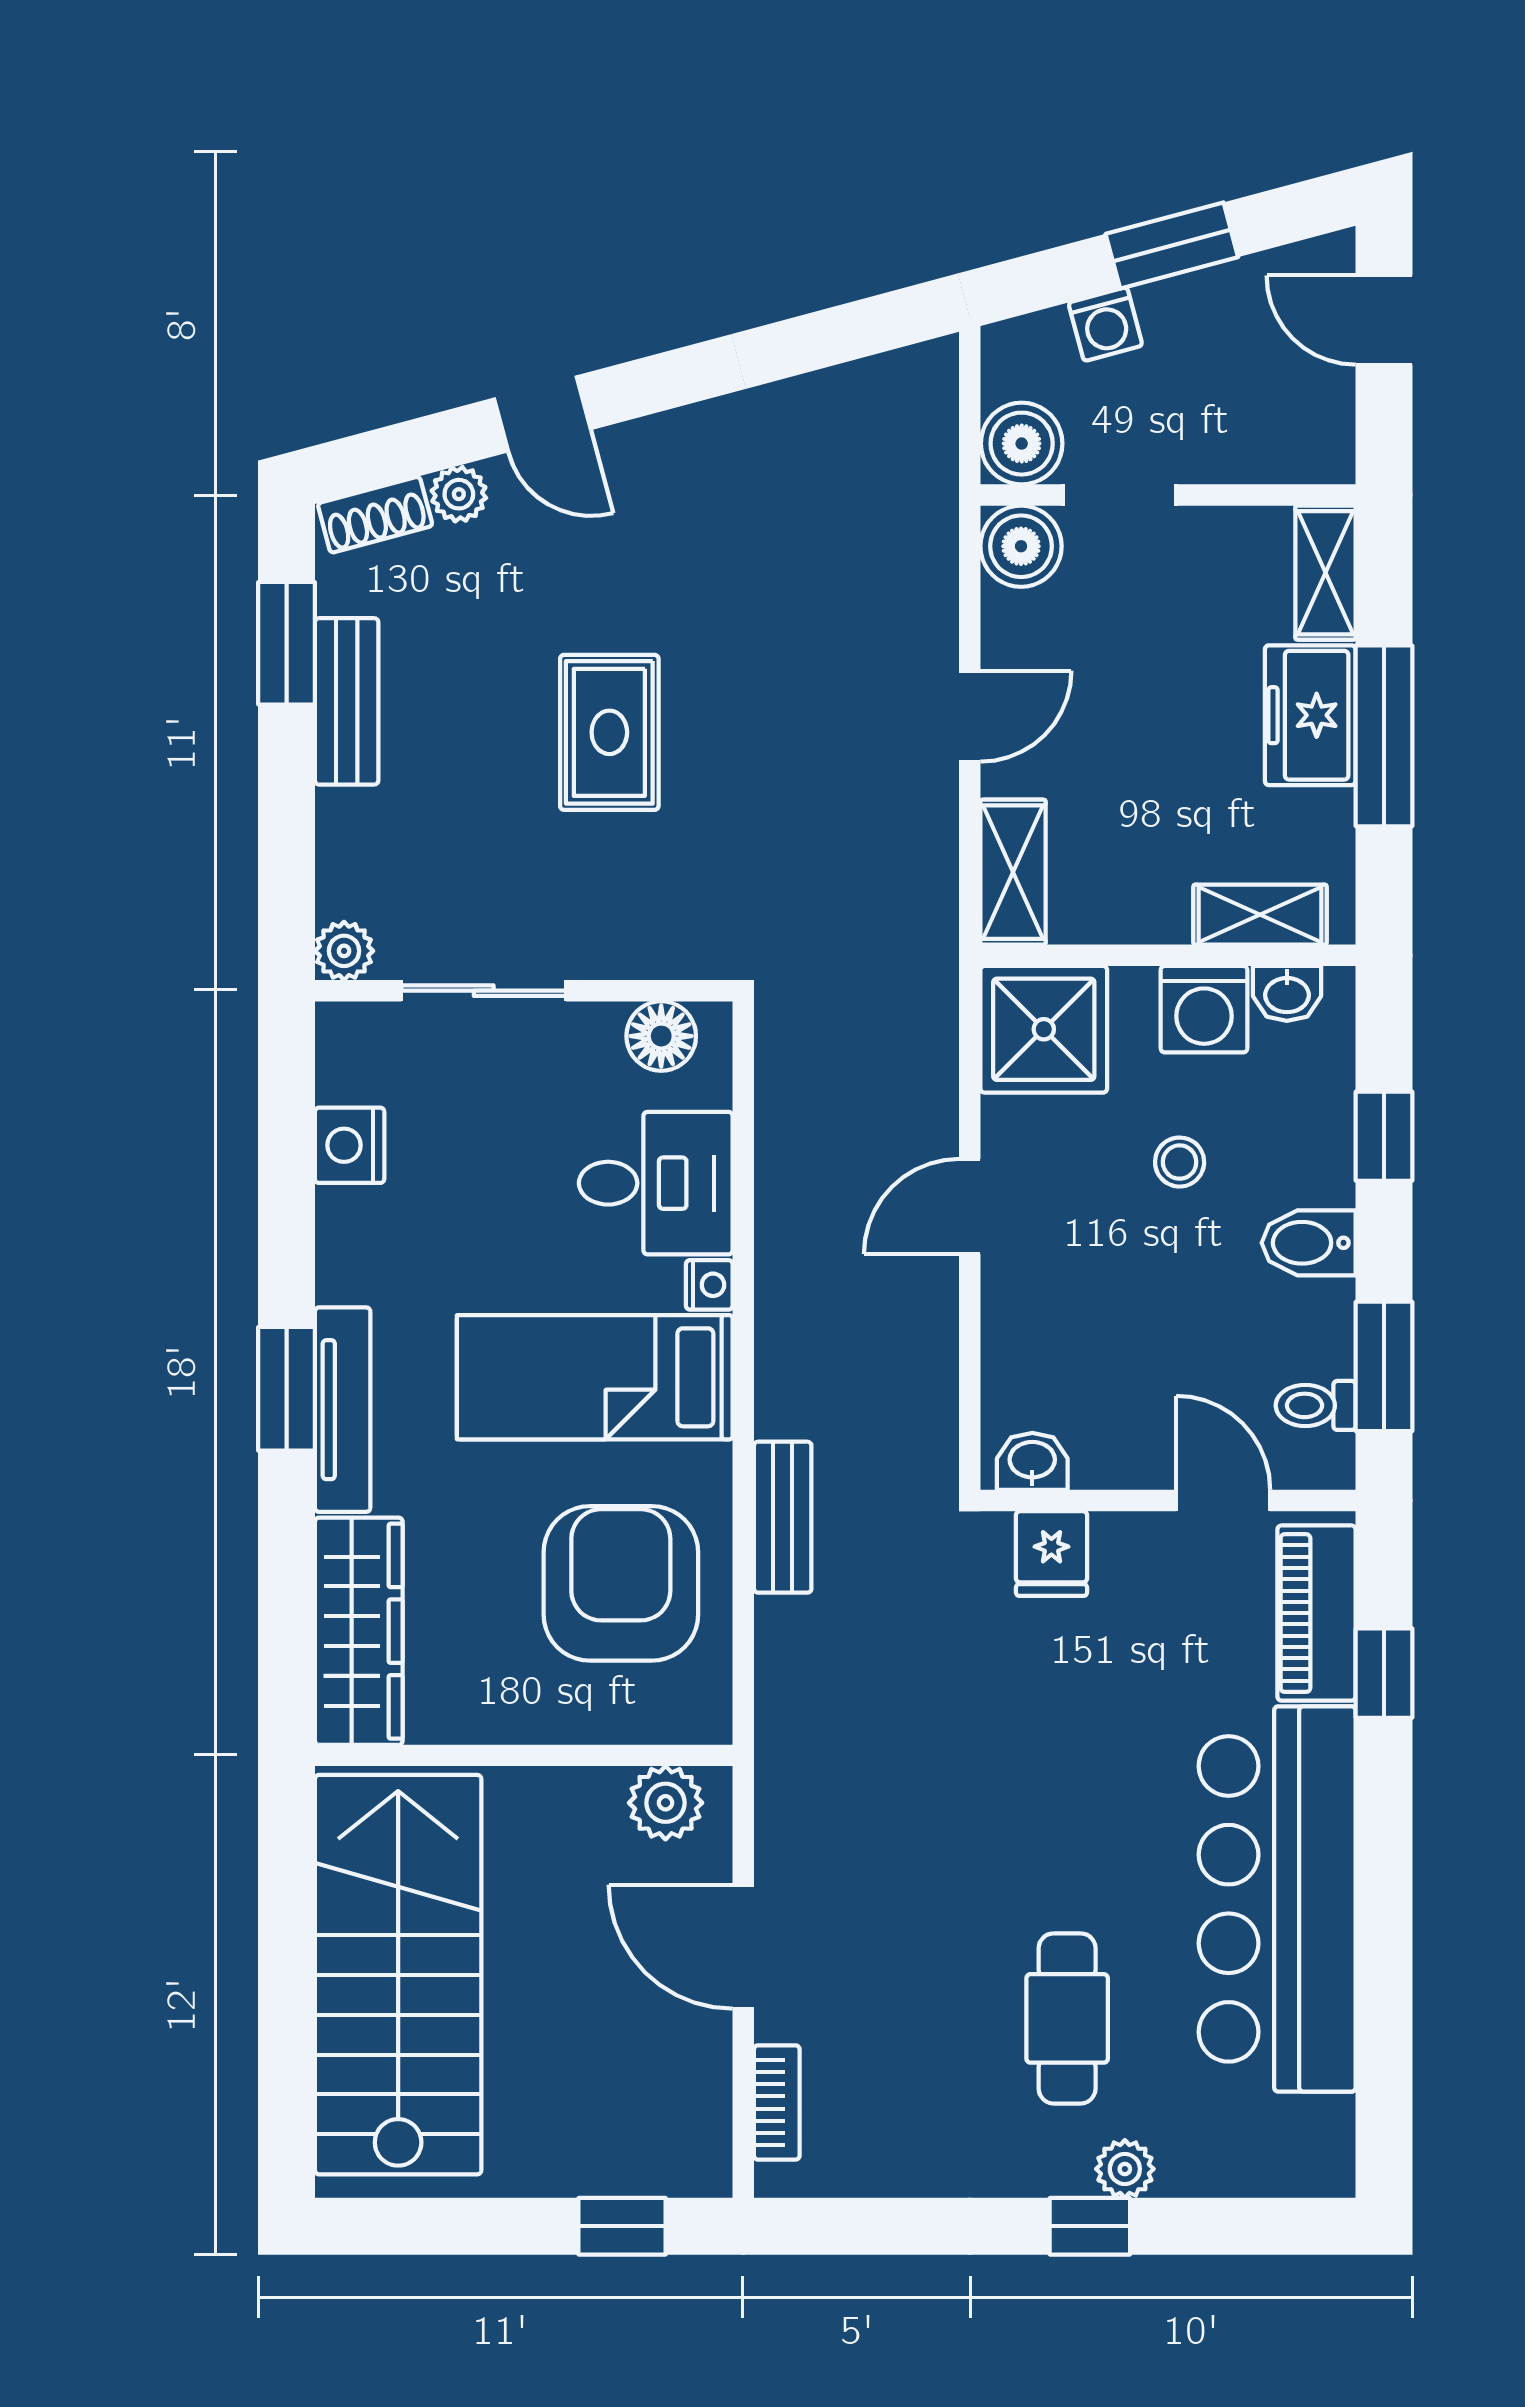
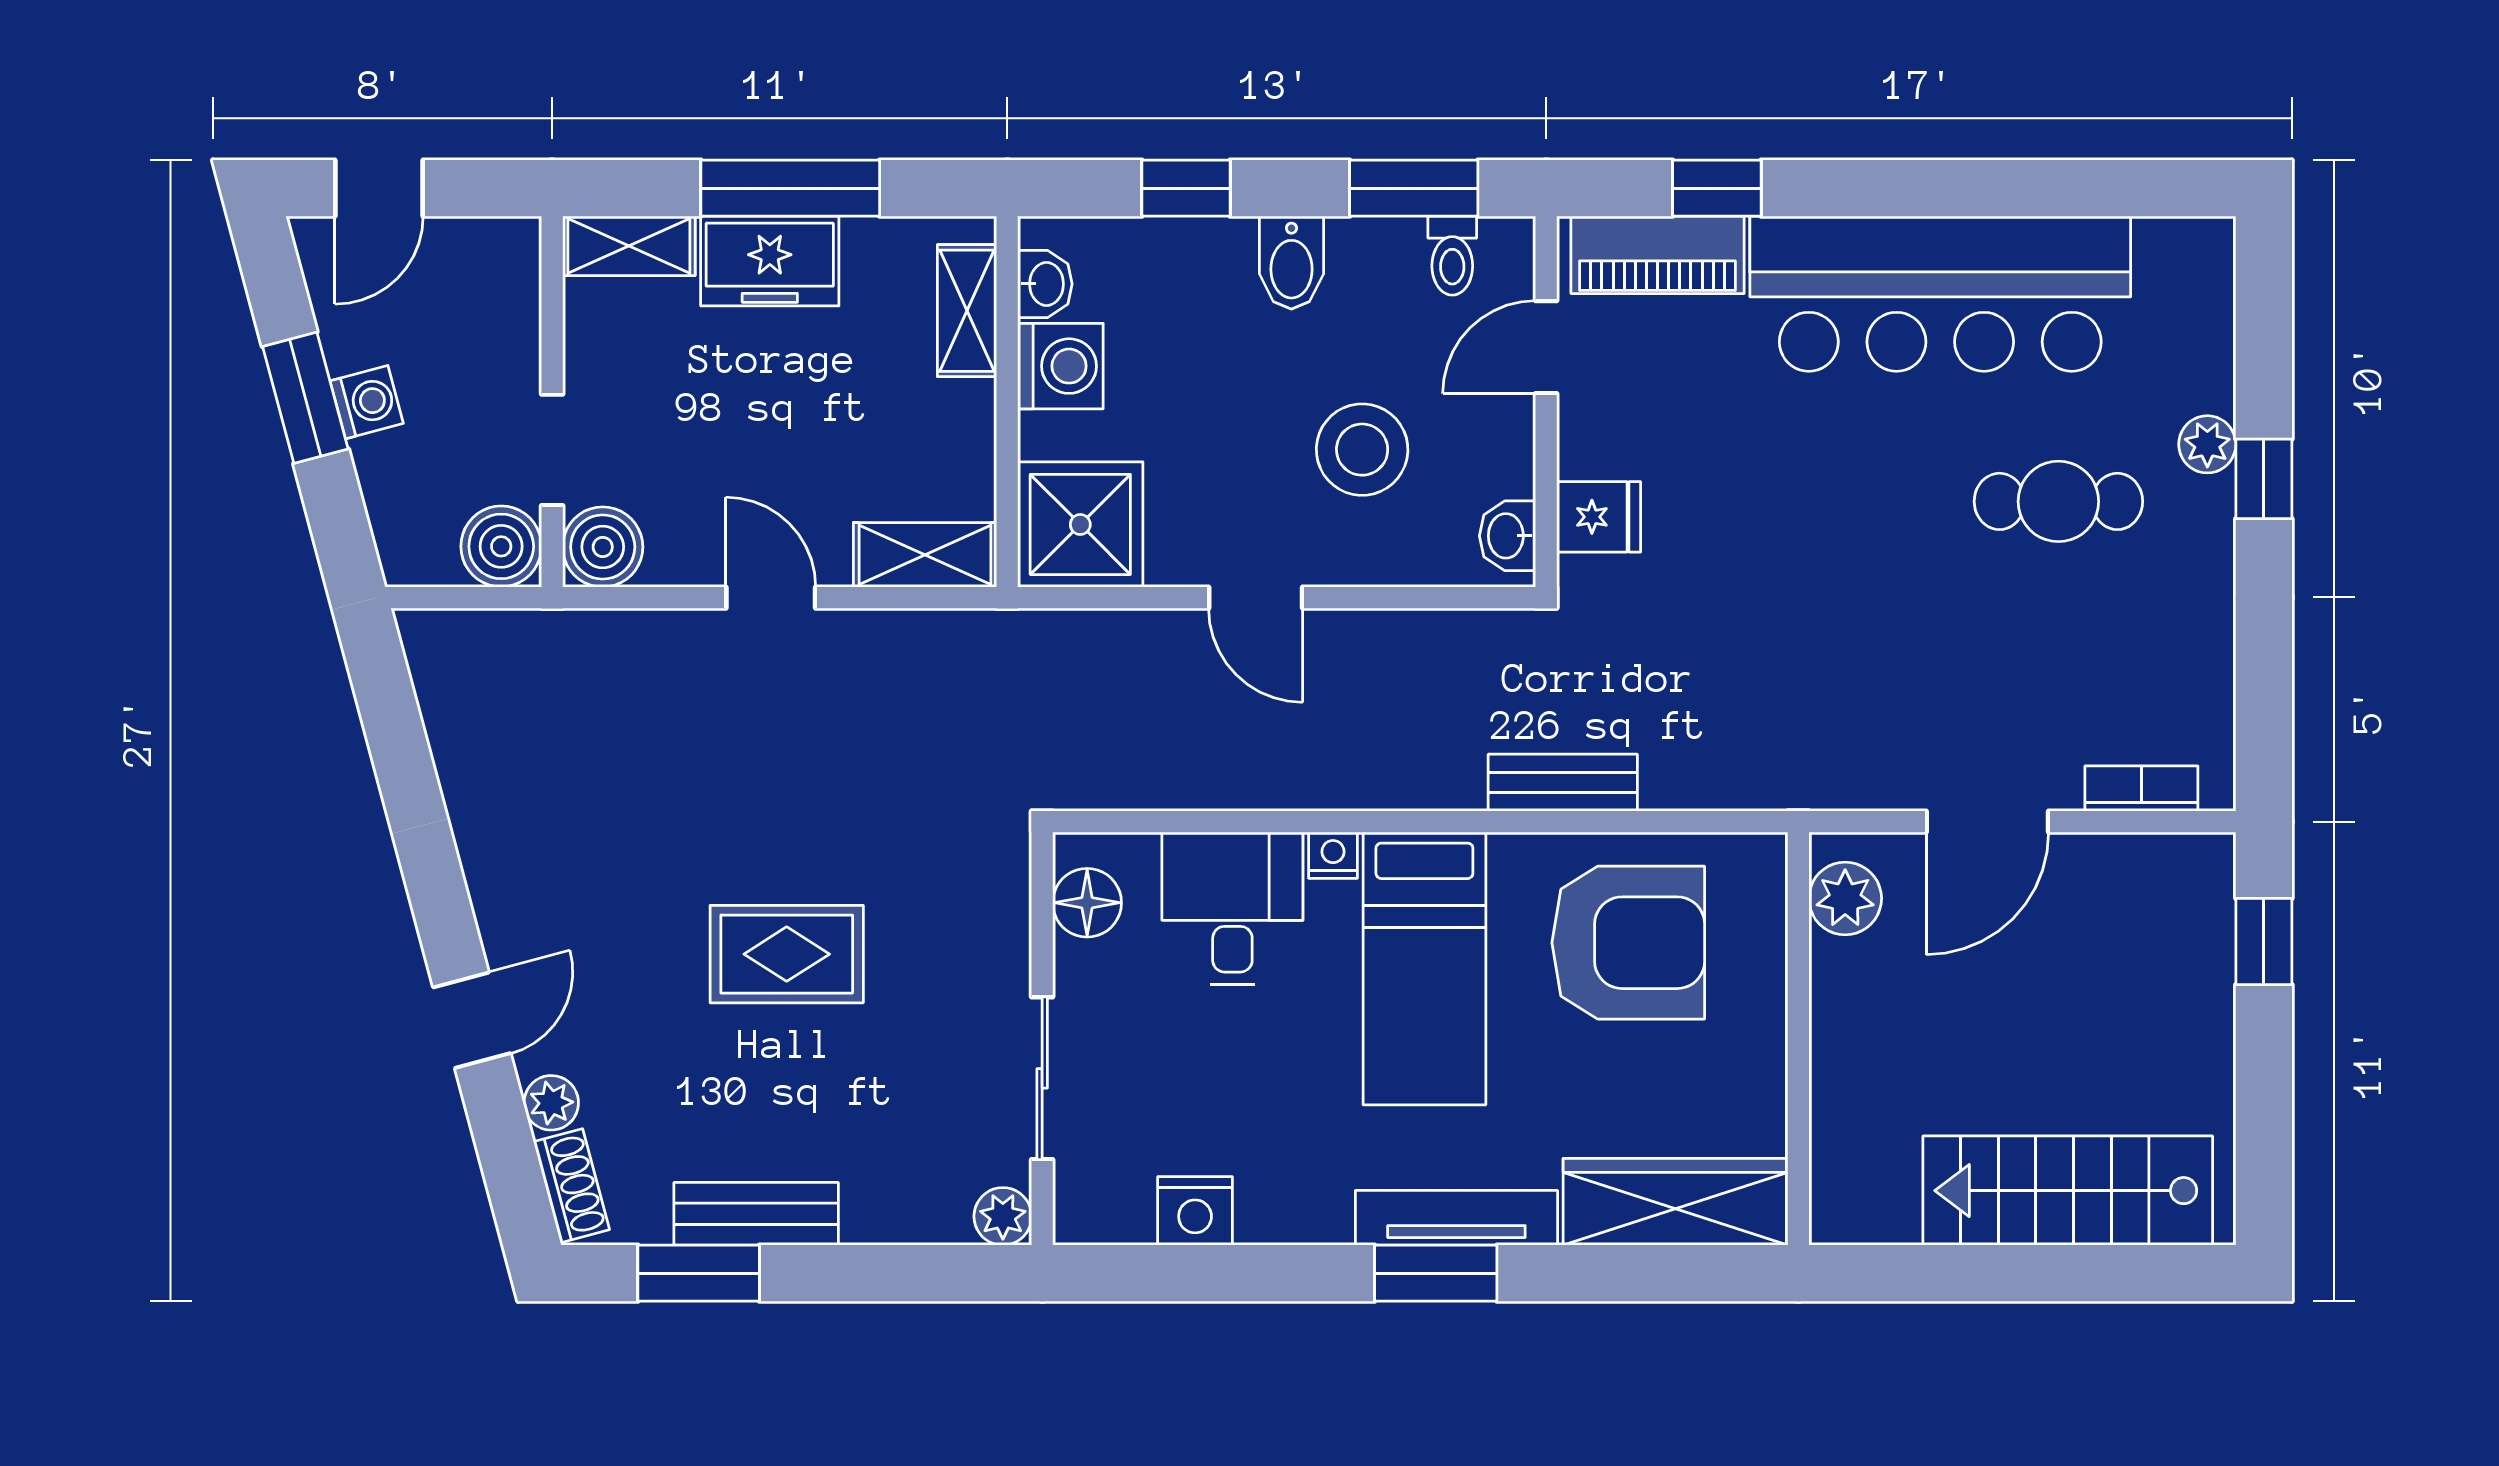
washing machine: (1105, 324) -> (367, 402), moved
stool: (1180, 1162) -> (1362, 450), moved, width x1.89, depth x1.89
armchair: (621, 1583) -> (1628, 943), turned 180
stairs: (398, 1975) -> (2068, 1191), width x0.73, depth x0.66

